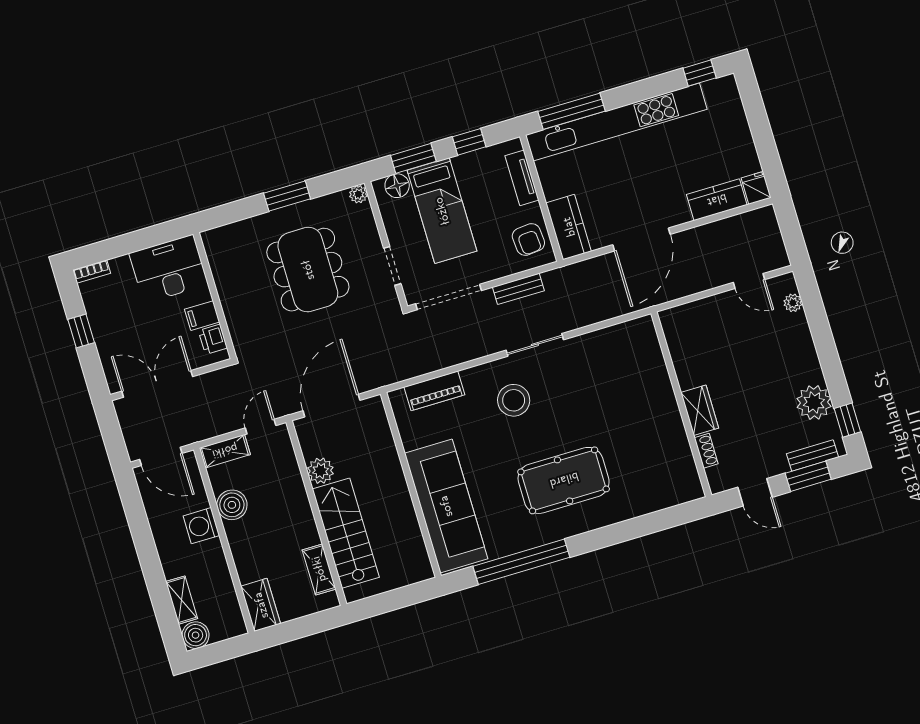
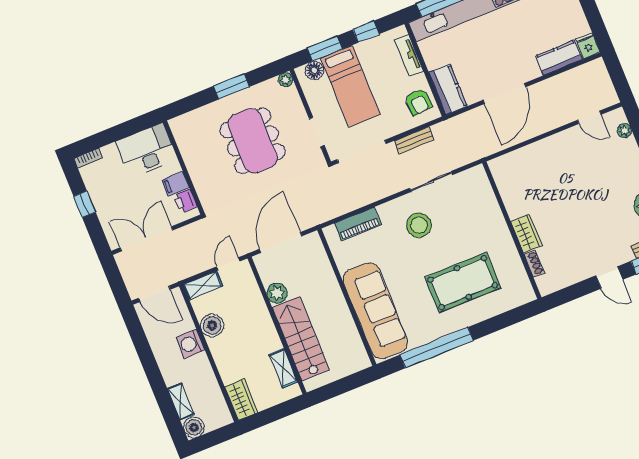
wall: (681, 404) -> (512, 230), moved
wardrobe: (700, 410) -> (526, 233), moved
shoe rack: (706, 451) -> (534, 264), moved

